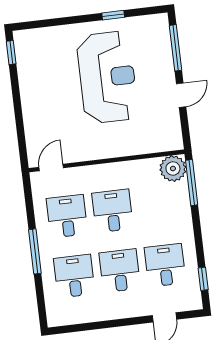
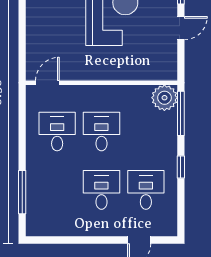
window: (35, 251) -> (22, 192), moved
desk: (74, 276) -> (57, 190), removed
window: (203, 279) -> (181, 167), moved

